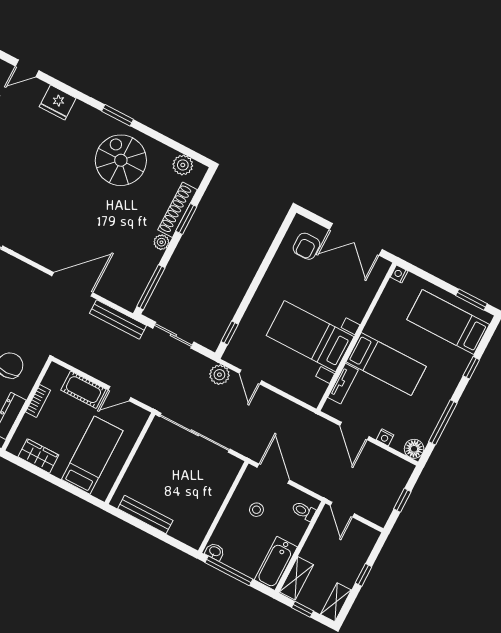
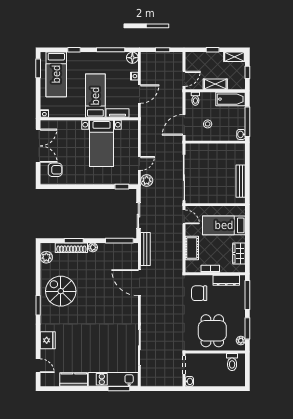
spiral stairs: (121, 160) -> (61, 291), turned 90
door: (120, 394) -> (184, 217), moved
shelving: (296, 578) -> (215, 84), moved

